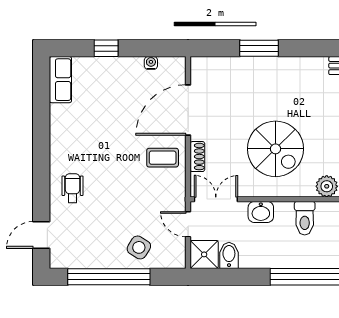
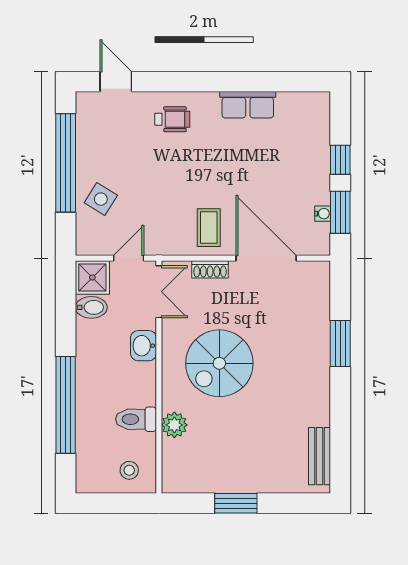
window: (150, 48) -> (340, 212), added
row of seats: (60, 80) -> (248, 105), moved
toilet: (305, 218) -> (136, 419), moved

